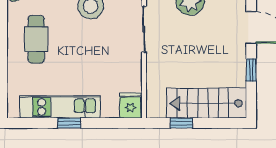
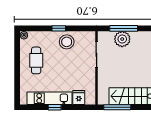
fridge: (130, 105) -> (79, 97), moved
window: (181, 123) -> (117, 107), width x2.17

